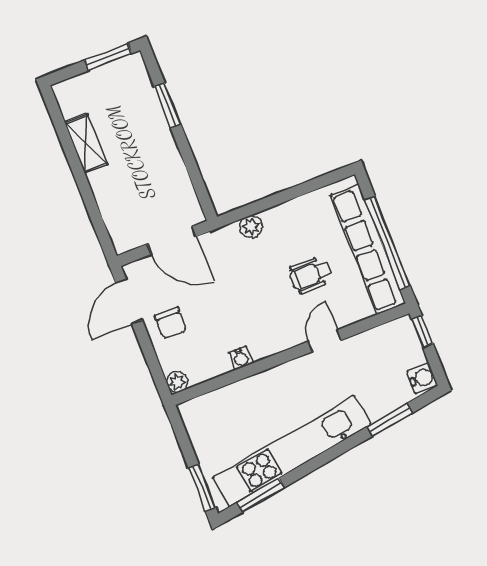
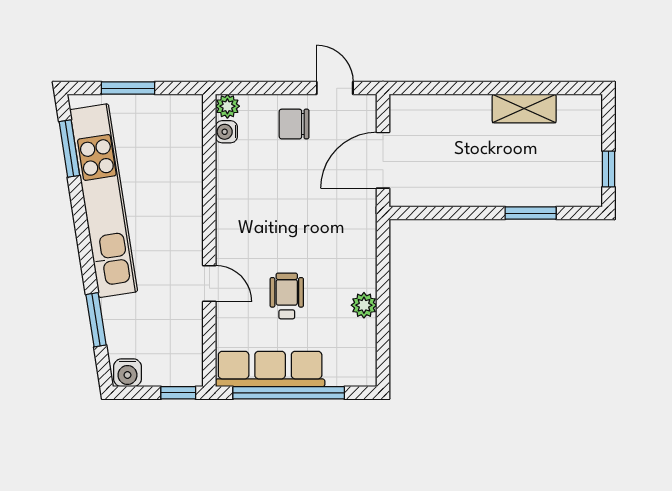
window: (108, 57) -> (608, 169), width x0.67
plant: (251, 227) -> (364, 305), moved
row of seats: (368, 249) -> (270, 369), width x0.73
door: (129, 302) -> (335, 88), width x0.73
water cooler: (241, 358) -> (226, 132), moved
window: (202, 488) -> (128, 88), moved

